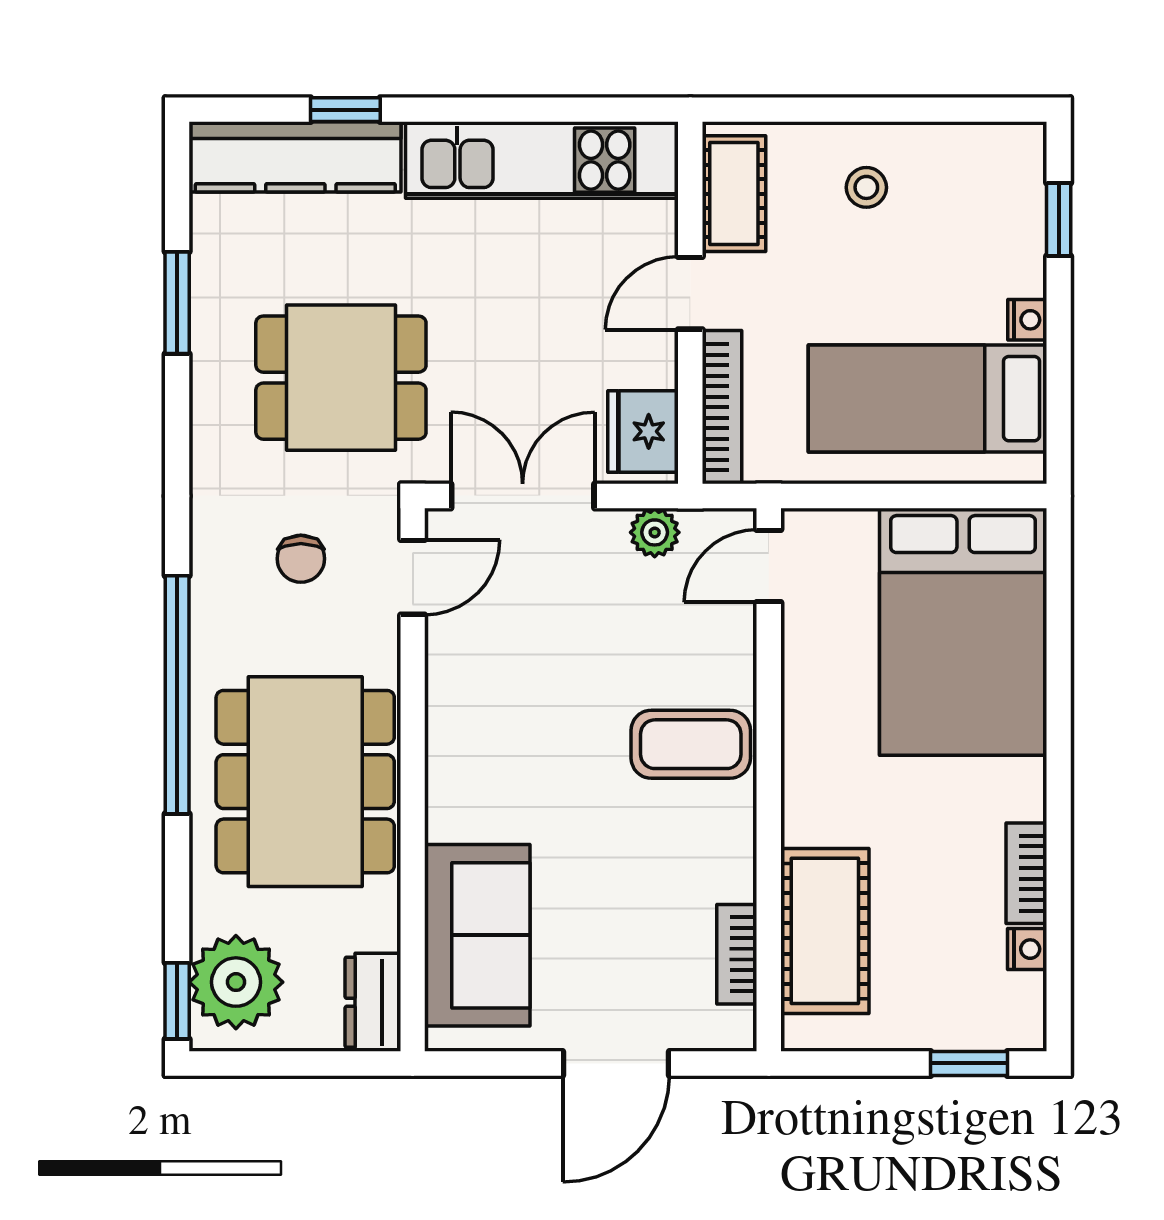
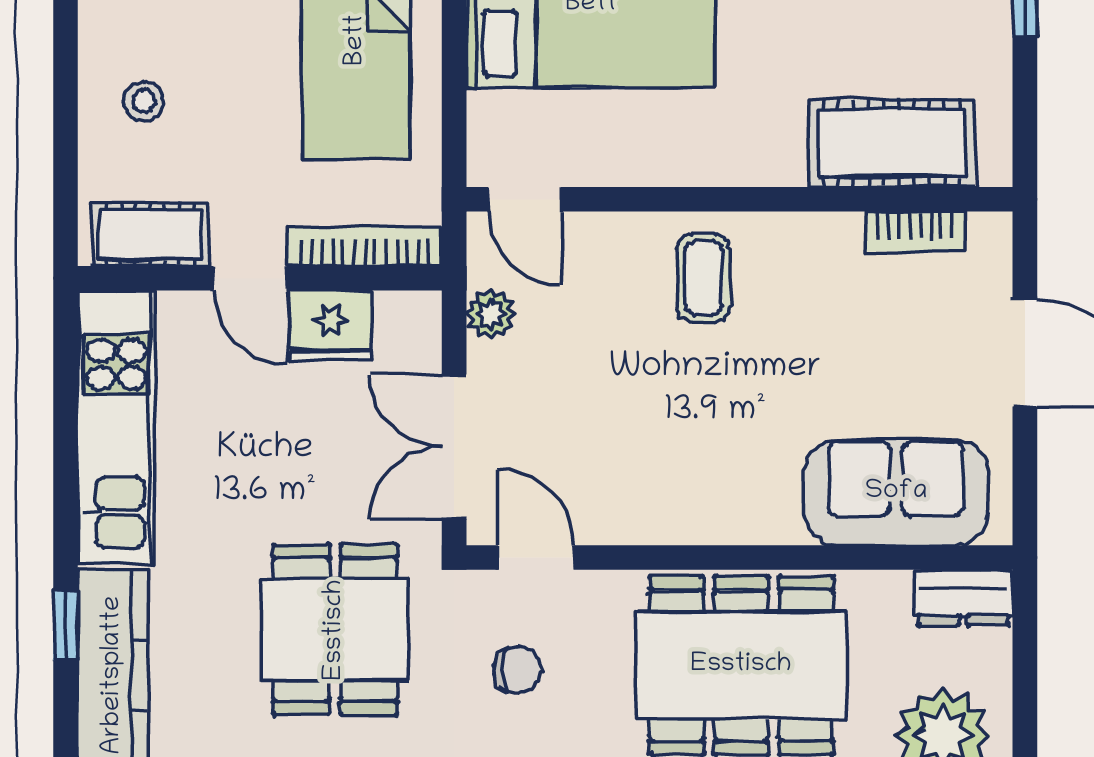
fridge: (643, 431) -> (330, 326), moved
coffee table: (691, 744) -> (704, 278), width x0.73, depth x0.77

